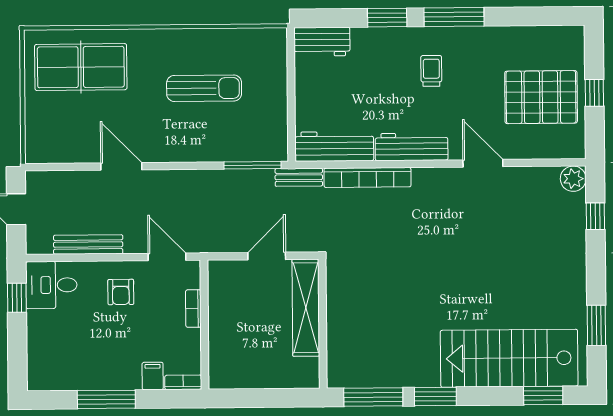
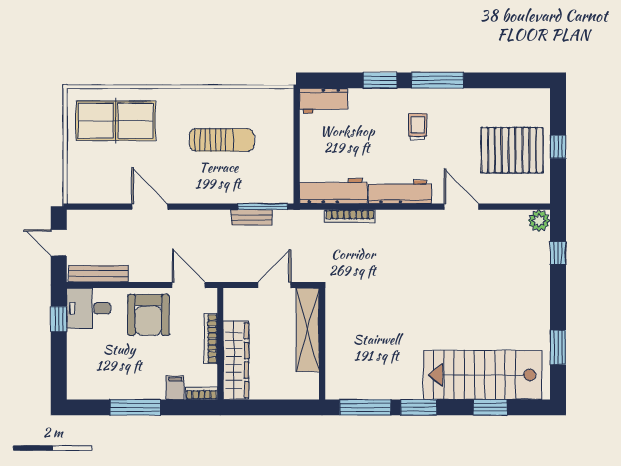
bench: (299, 177) -> (251, 217), moved
bookcase: (368, 178) -> (350, 216), width x0.68, depth x0.76
bench: (88, 244) -> (98, 274), moved
armchair: (121, 292) -> (148, 315), width x1.88, depth x1.88
bookcase: (193, 308) -> (211, 339), width x1.56
wardrobe: (223, 344) -> (236, 360), added
window: (543, 396) -> (490, 407), moved

